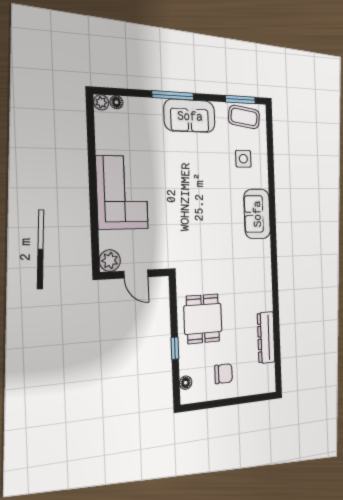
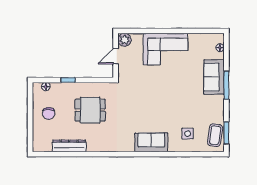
plant: (101, 102) -> (219, 38), removed
sofa: (190, 116) -> (214, 77), moved
dining table: (203, 319) -> (90, 110), moved

